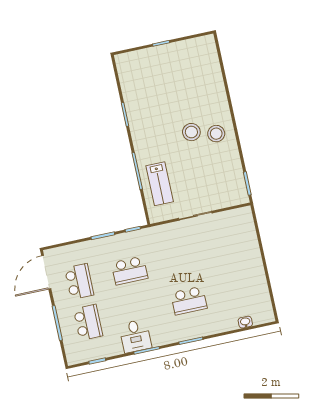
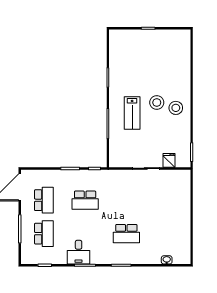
lab bench: (160, 184) -> (132, 113), moved
fridge: (222, 200) -> (169, 160), added

